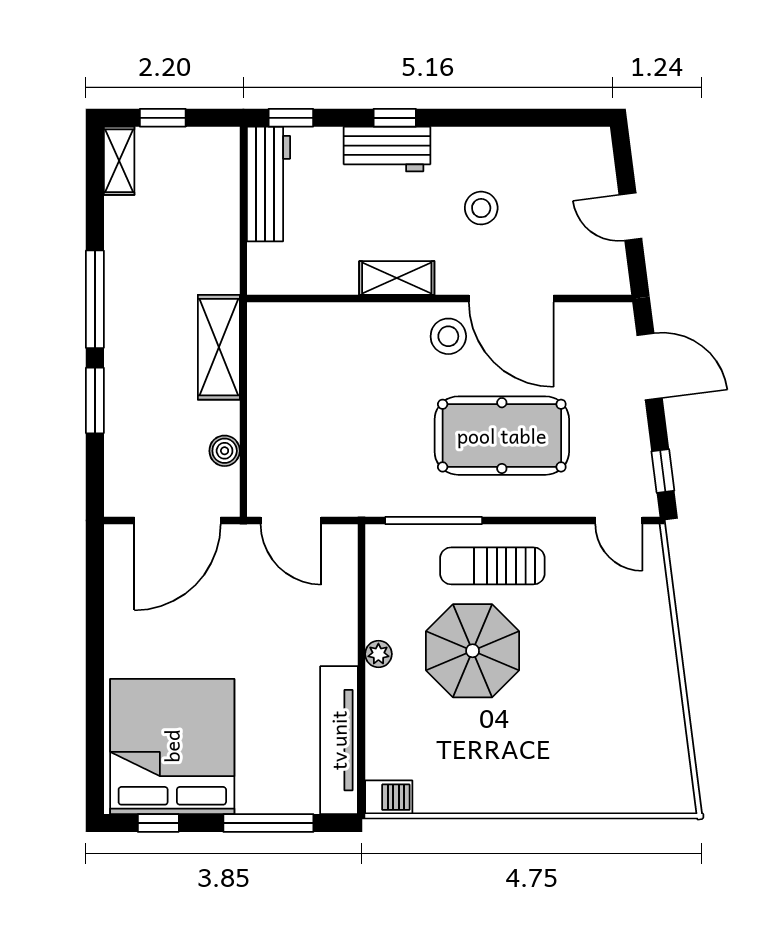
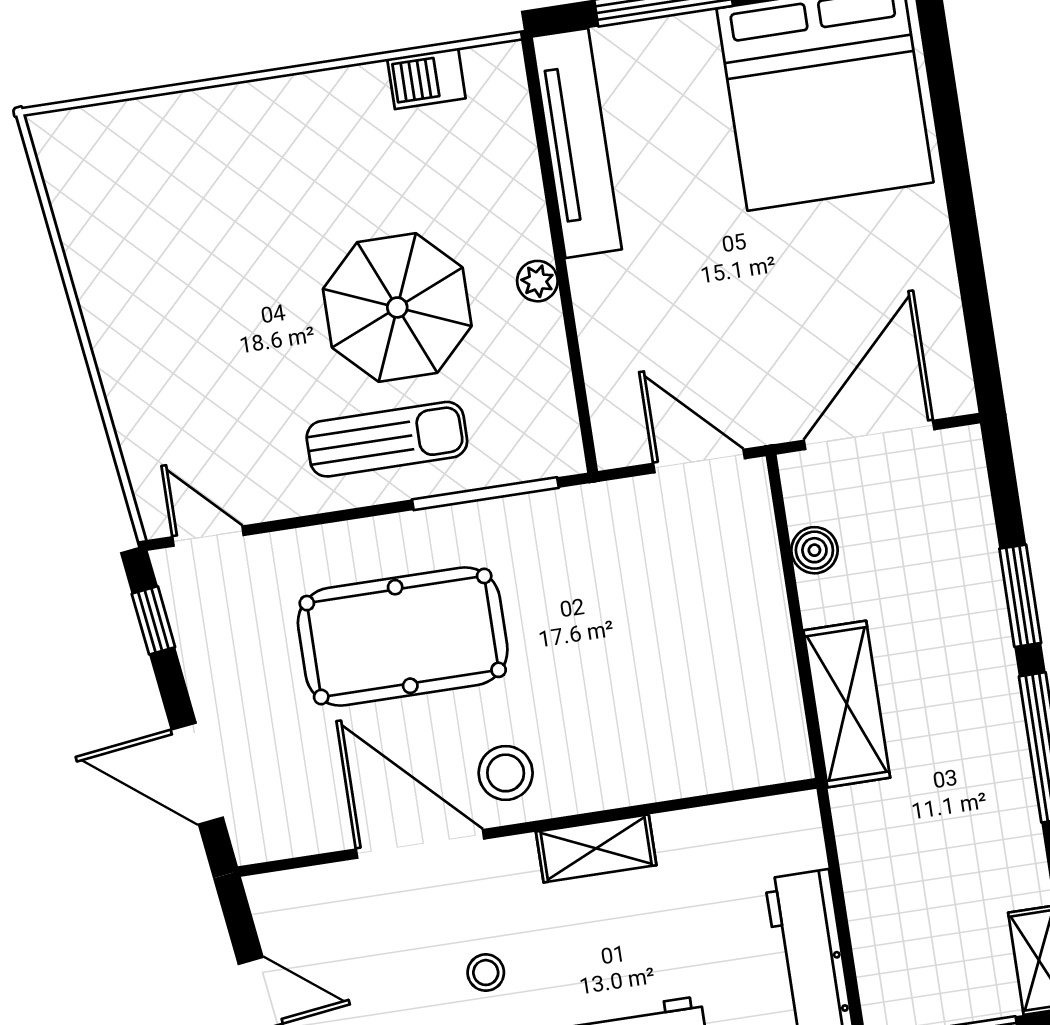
stool: (481, 208) -> (486, 973), width x0.73, depth x0.73
barbecue: (389, 797) -> (426, 79), moved

